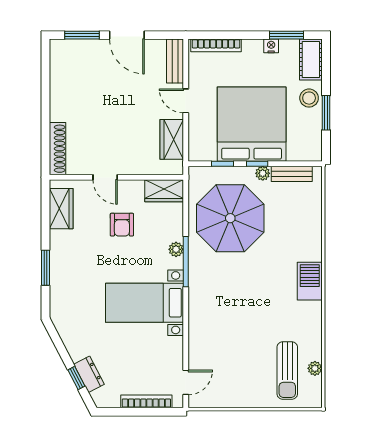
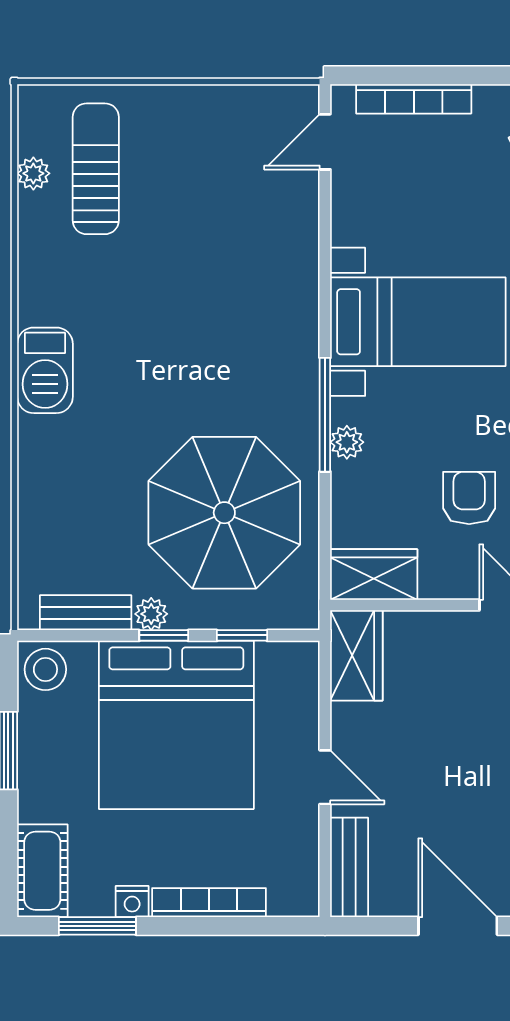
bookcase: (216, 45) -> (209, 903), moved
stool: (309, 98) -> (45, 669), moved
wardrobe: (172, 139) -> (356, 655), moved

